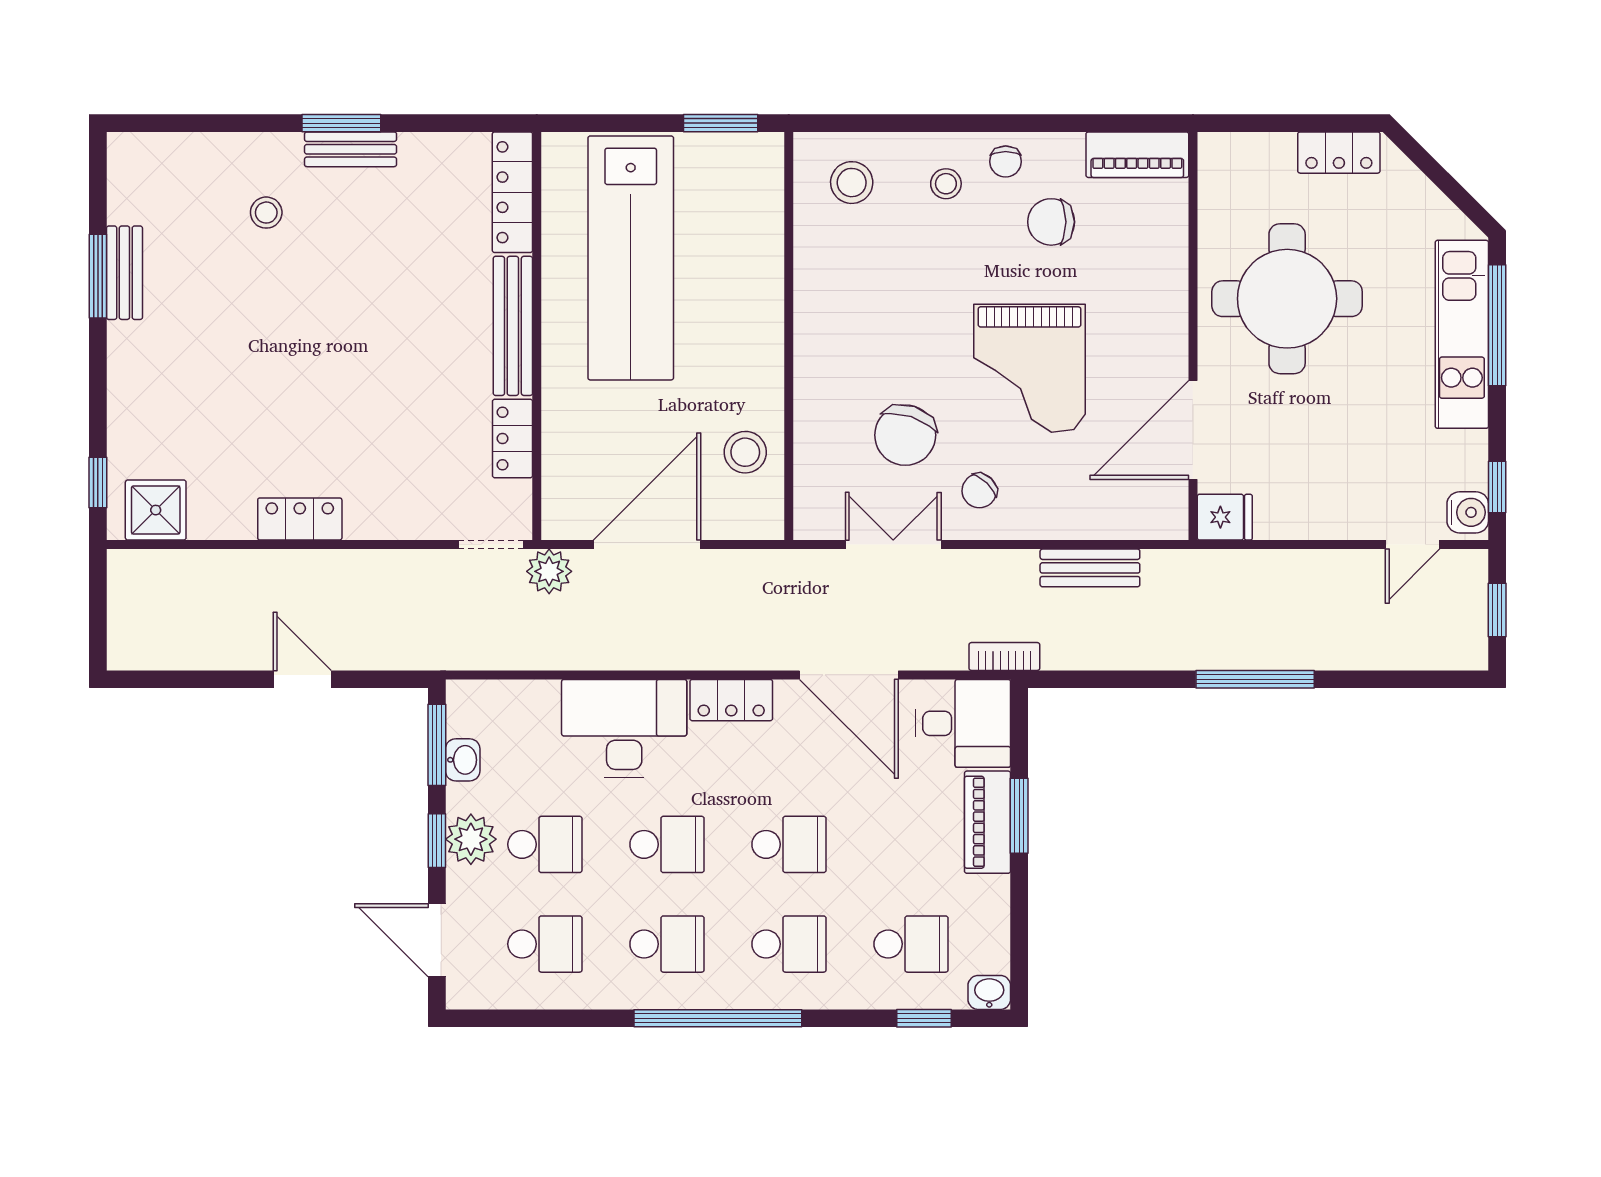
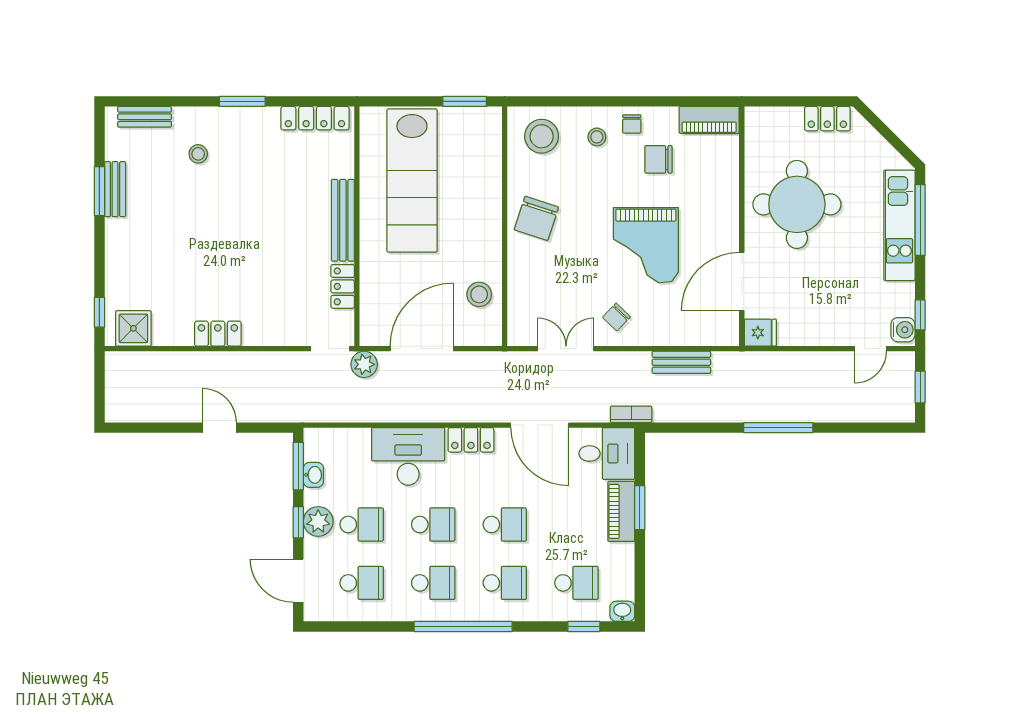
bench: (351, 149) -> (145, 117), moved
stool: (852, 183) -> (542, 136), width x1.38, depth x1.38
locker: (512, 192) -> (315, 118), moved, turned -90
chair: (905, 435) -> (536, 218), moved

